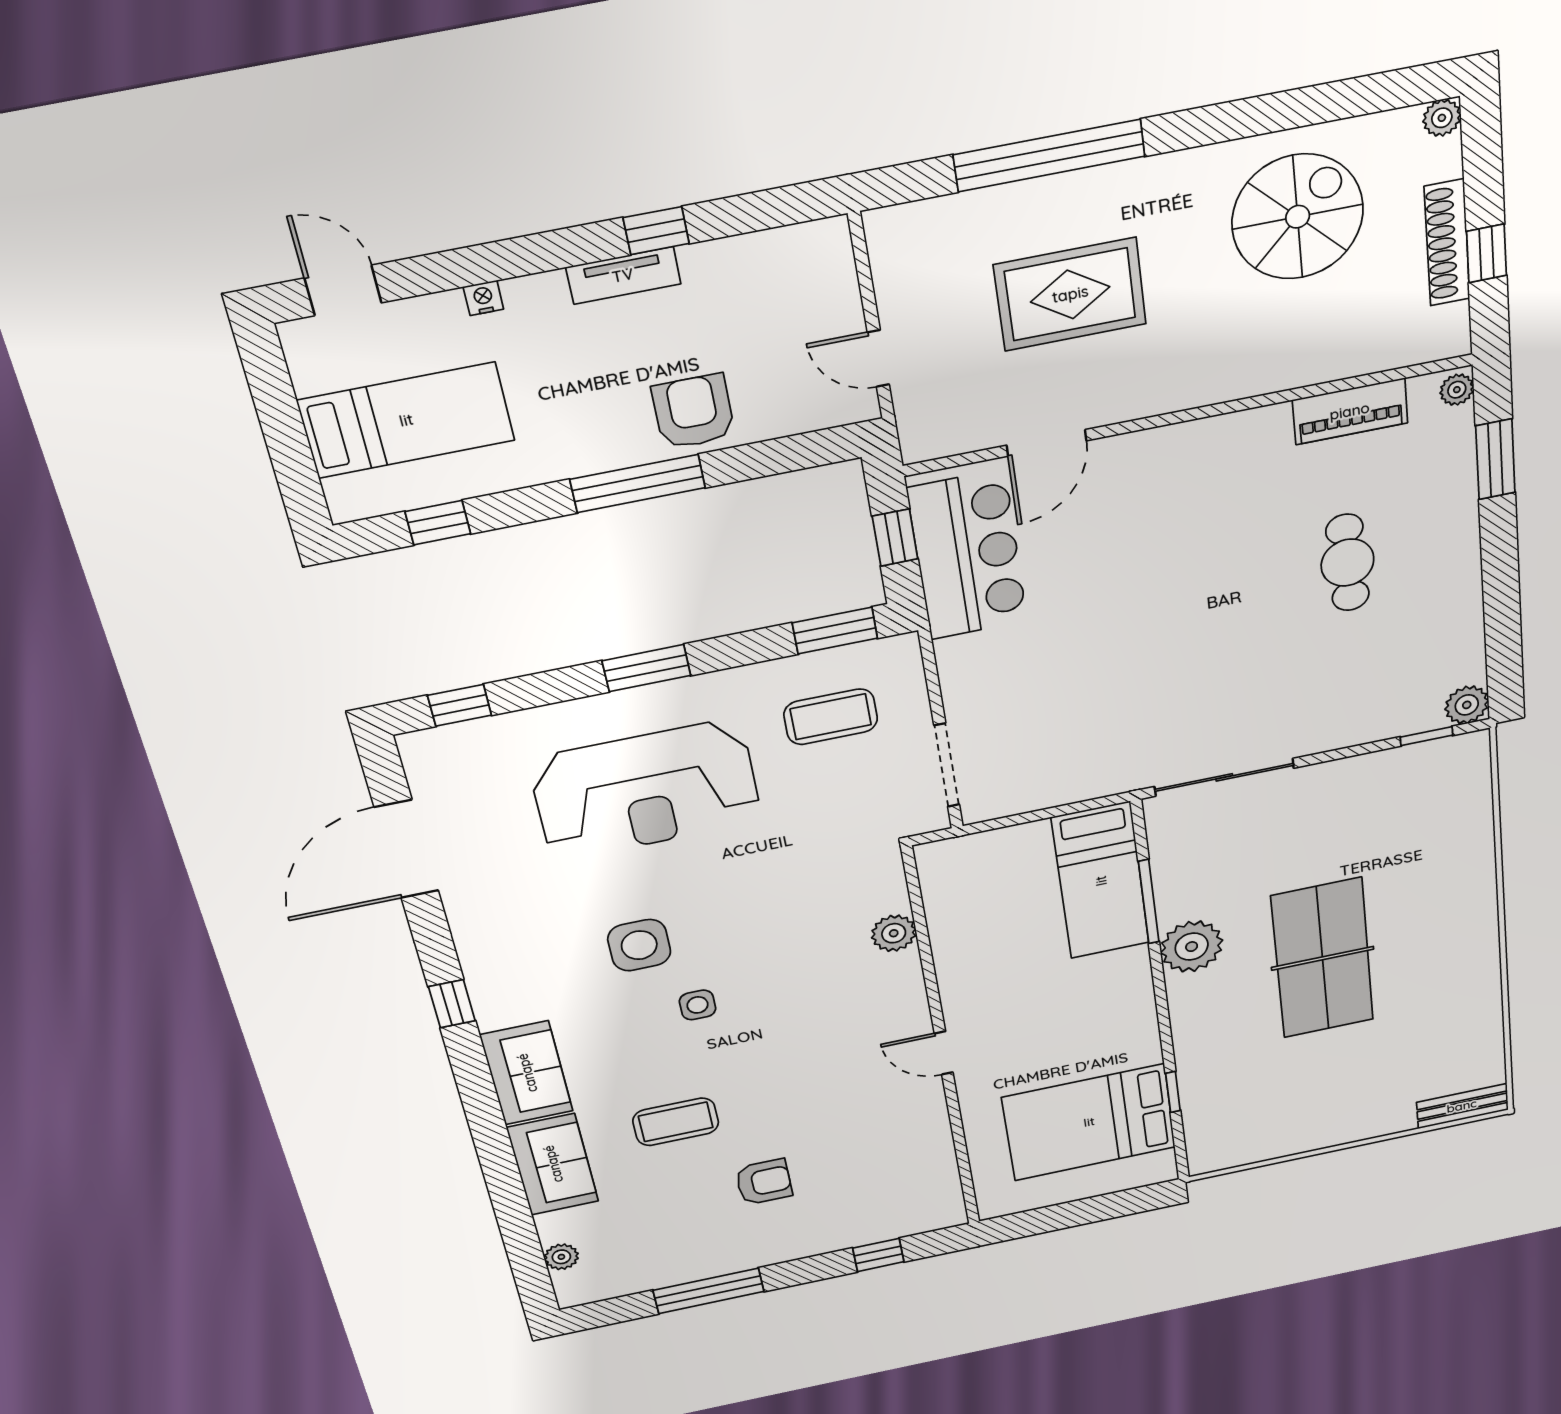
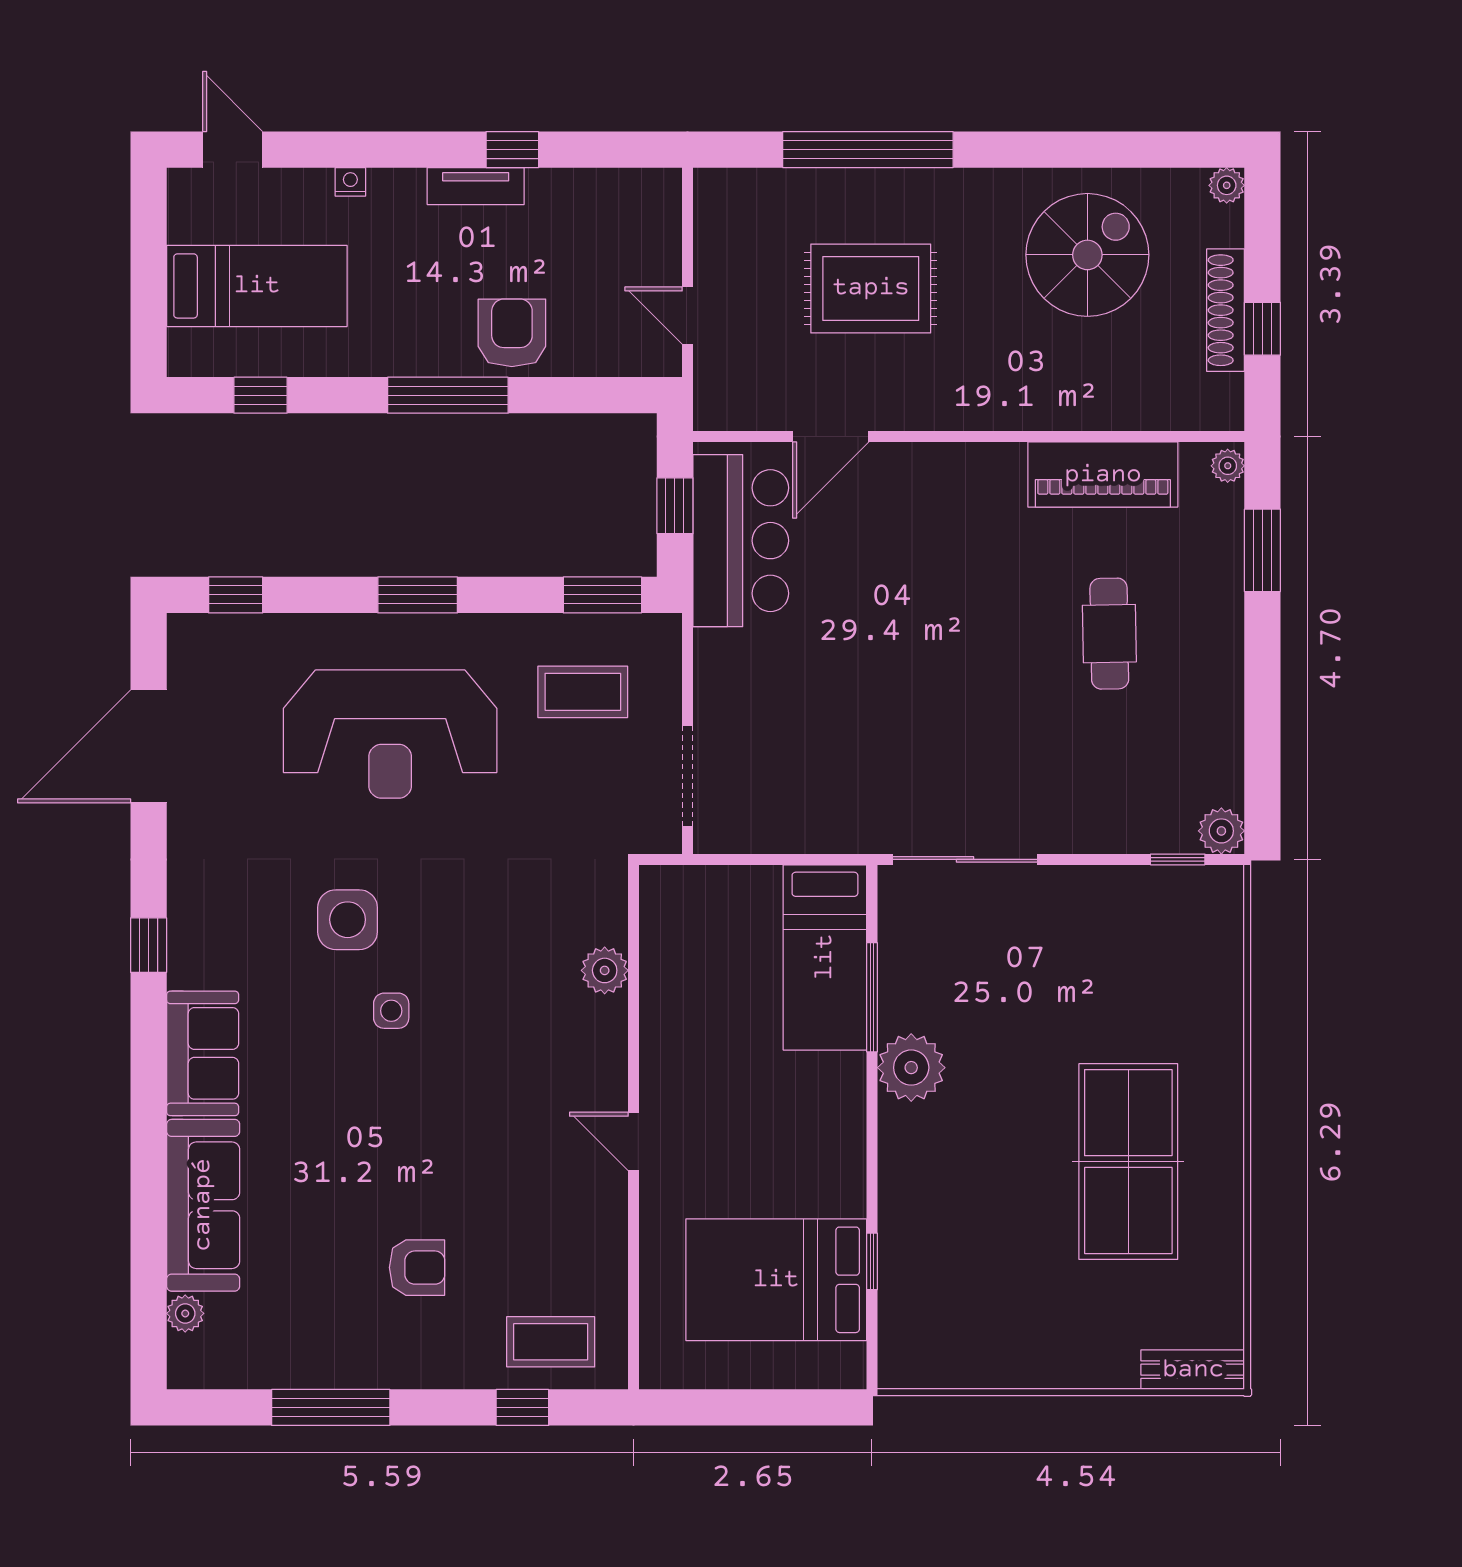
piano: (1350, 411) -> (1103, 475), width x1.37, depth x1.33
table tennis table: (1323, 958) -> (1128, 1162), moved
coffee table: (676, 1122) -> (551, 1342), moved
sofa: (553, 1164) -> (203, 1205), width x1.36

